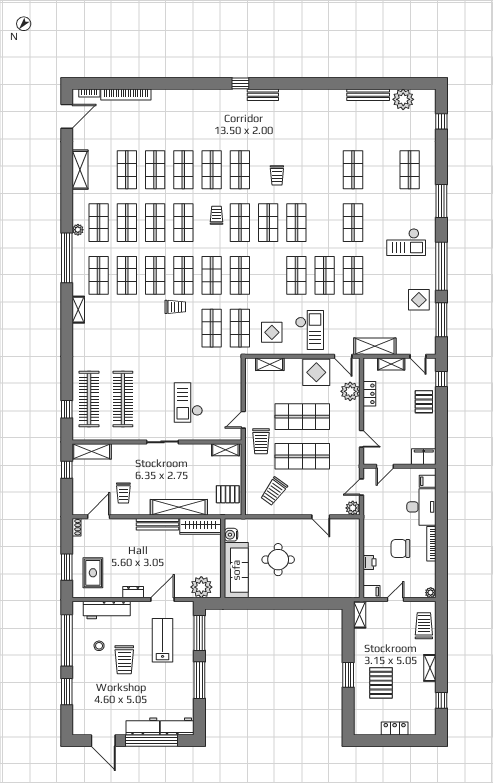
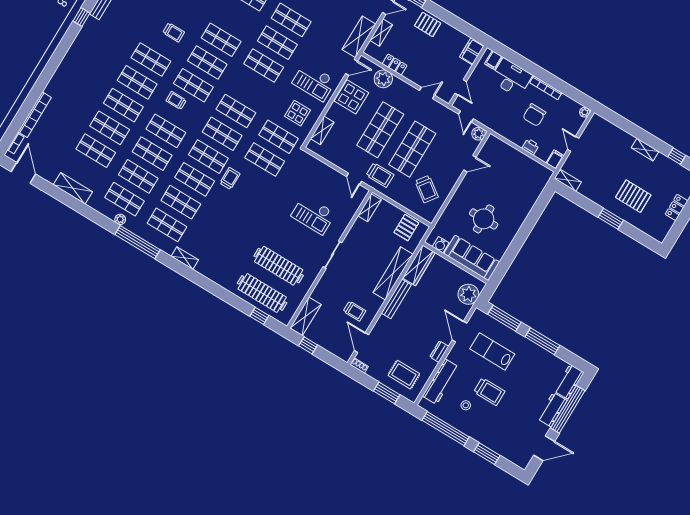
checkout: (309, 330) -> (314, 82), turned 180
trolley: (424, 626) -> (608, 134), removed

